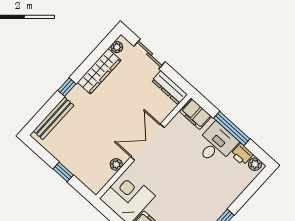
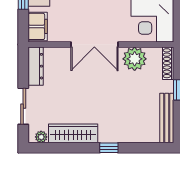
bench: (54, 118) -> (167, 118), moved, turned 90
plant: (116, 164) -> (135, 59), width x1.87, depth x1.87
shoe rack: (88, 181) -> (168, 63), added

